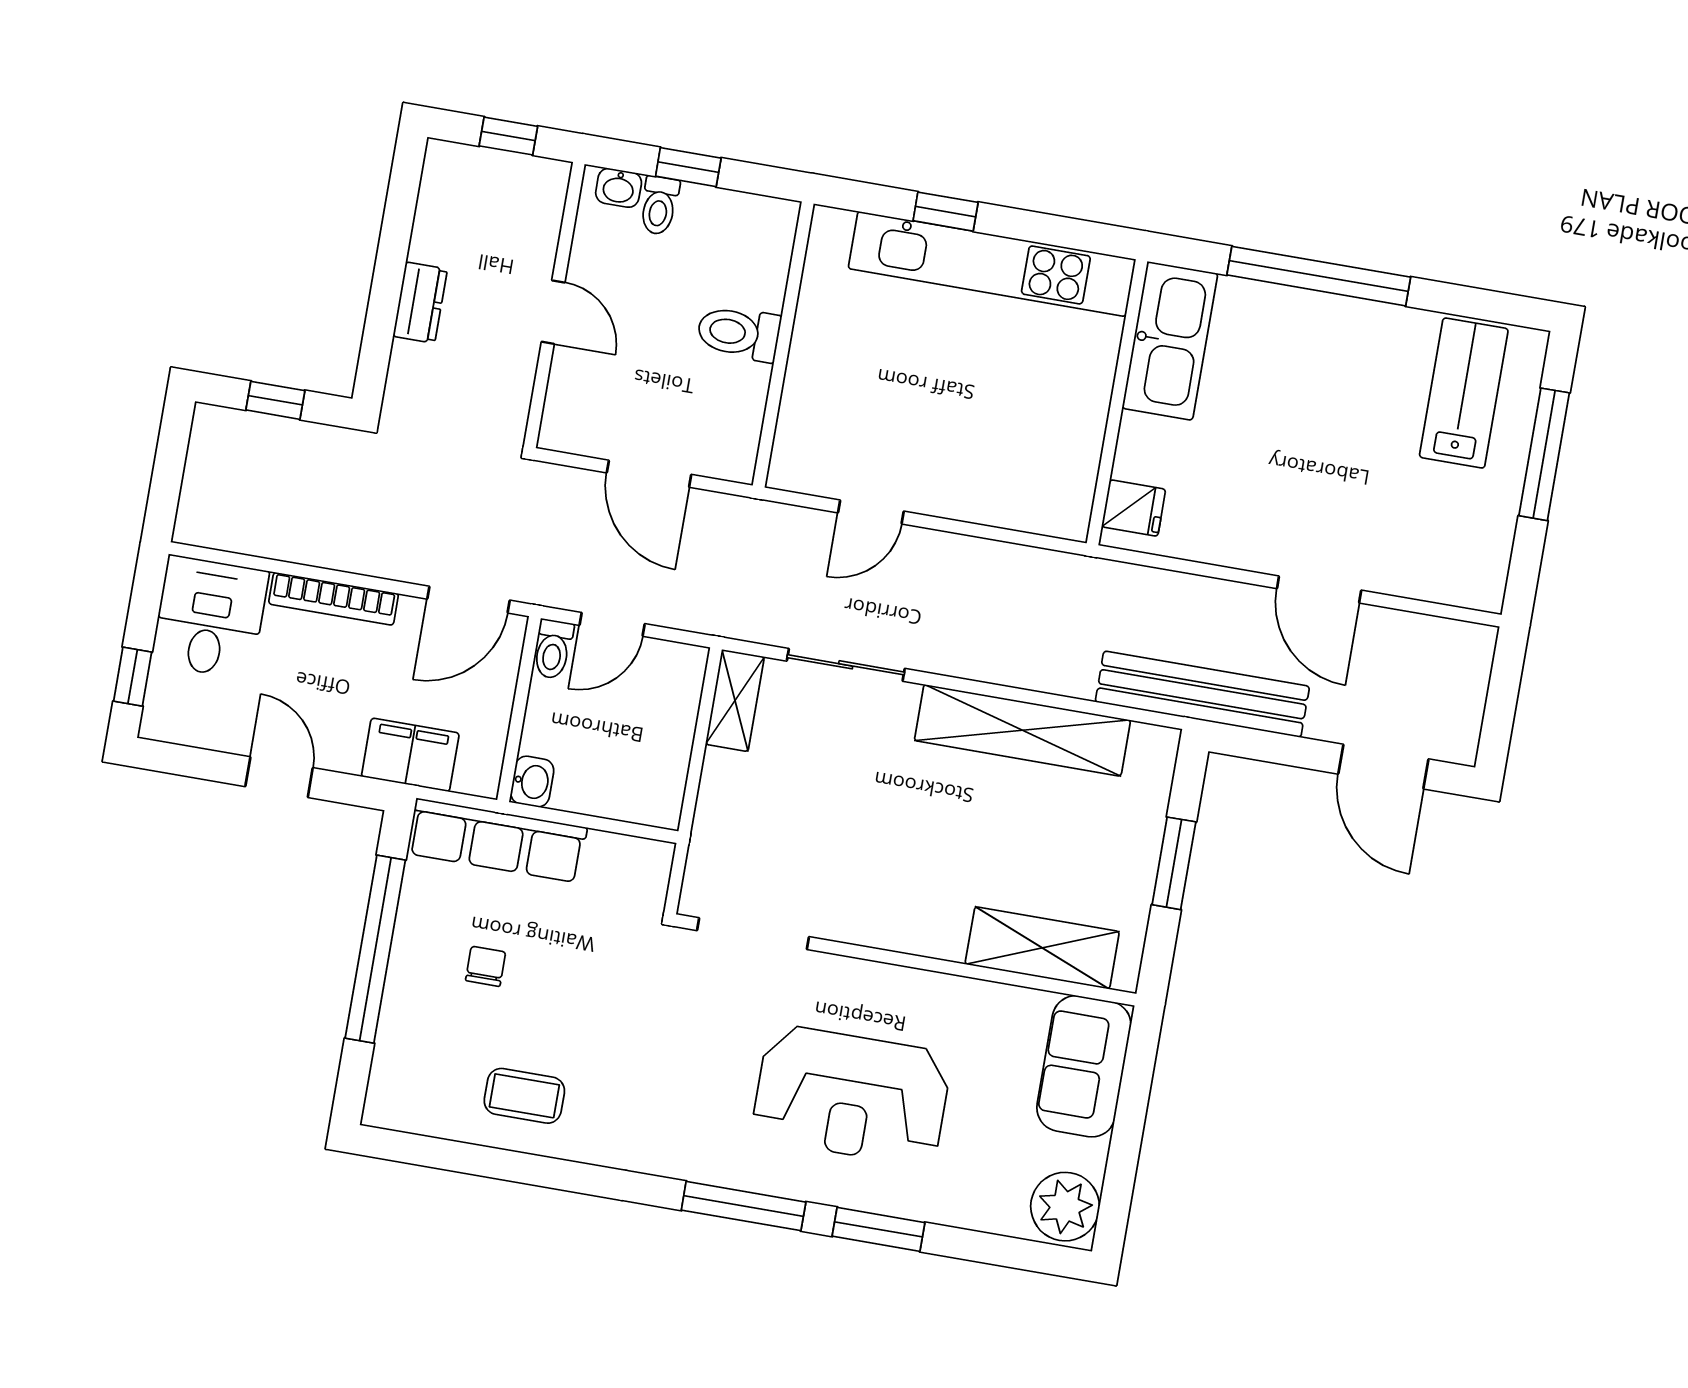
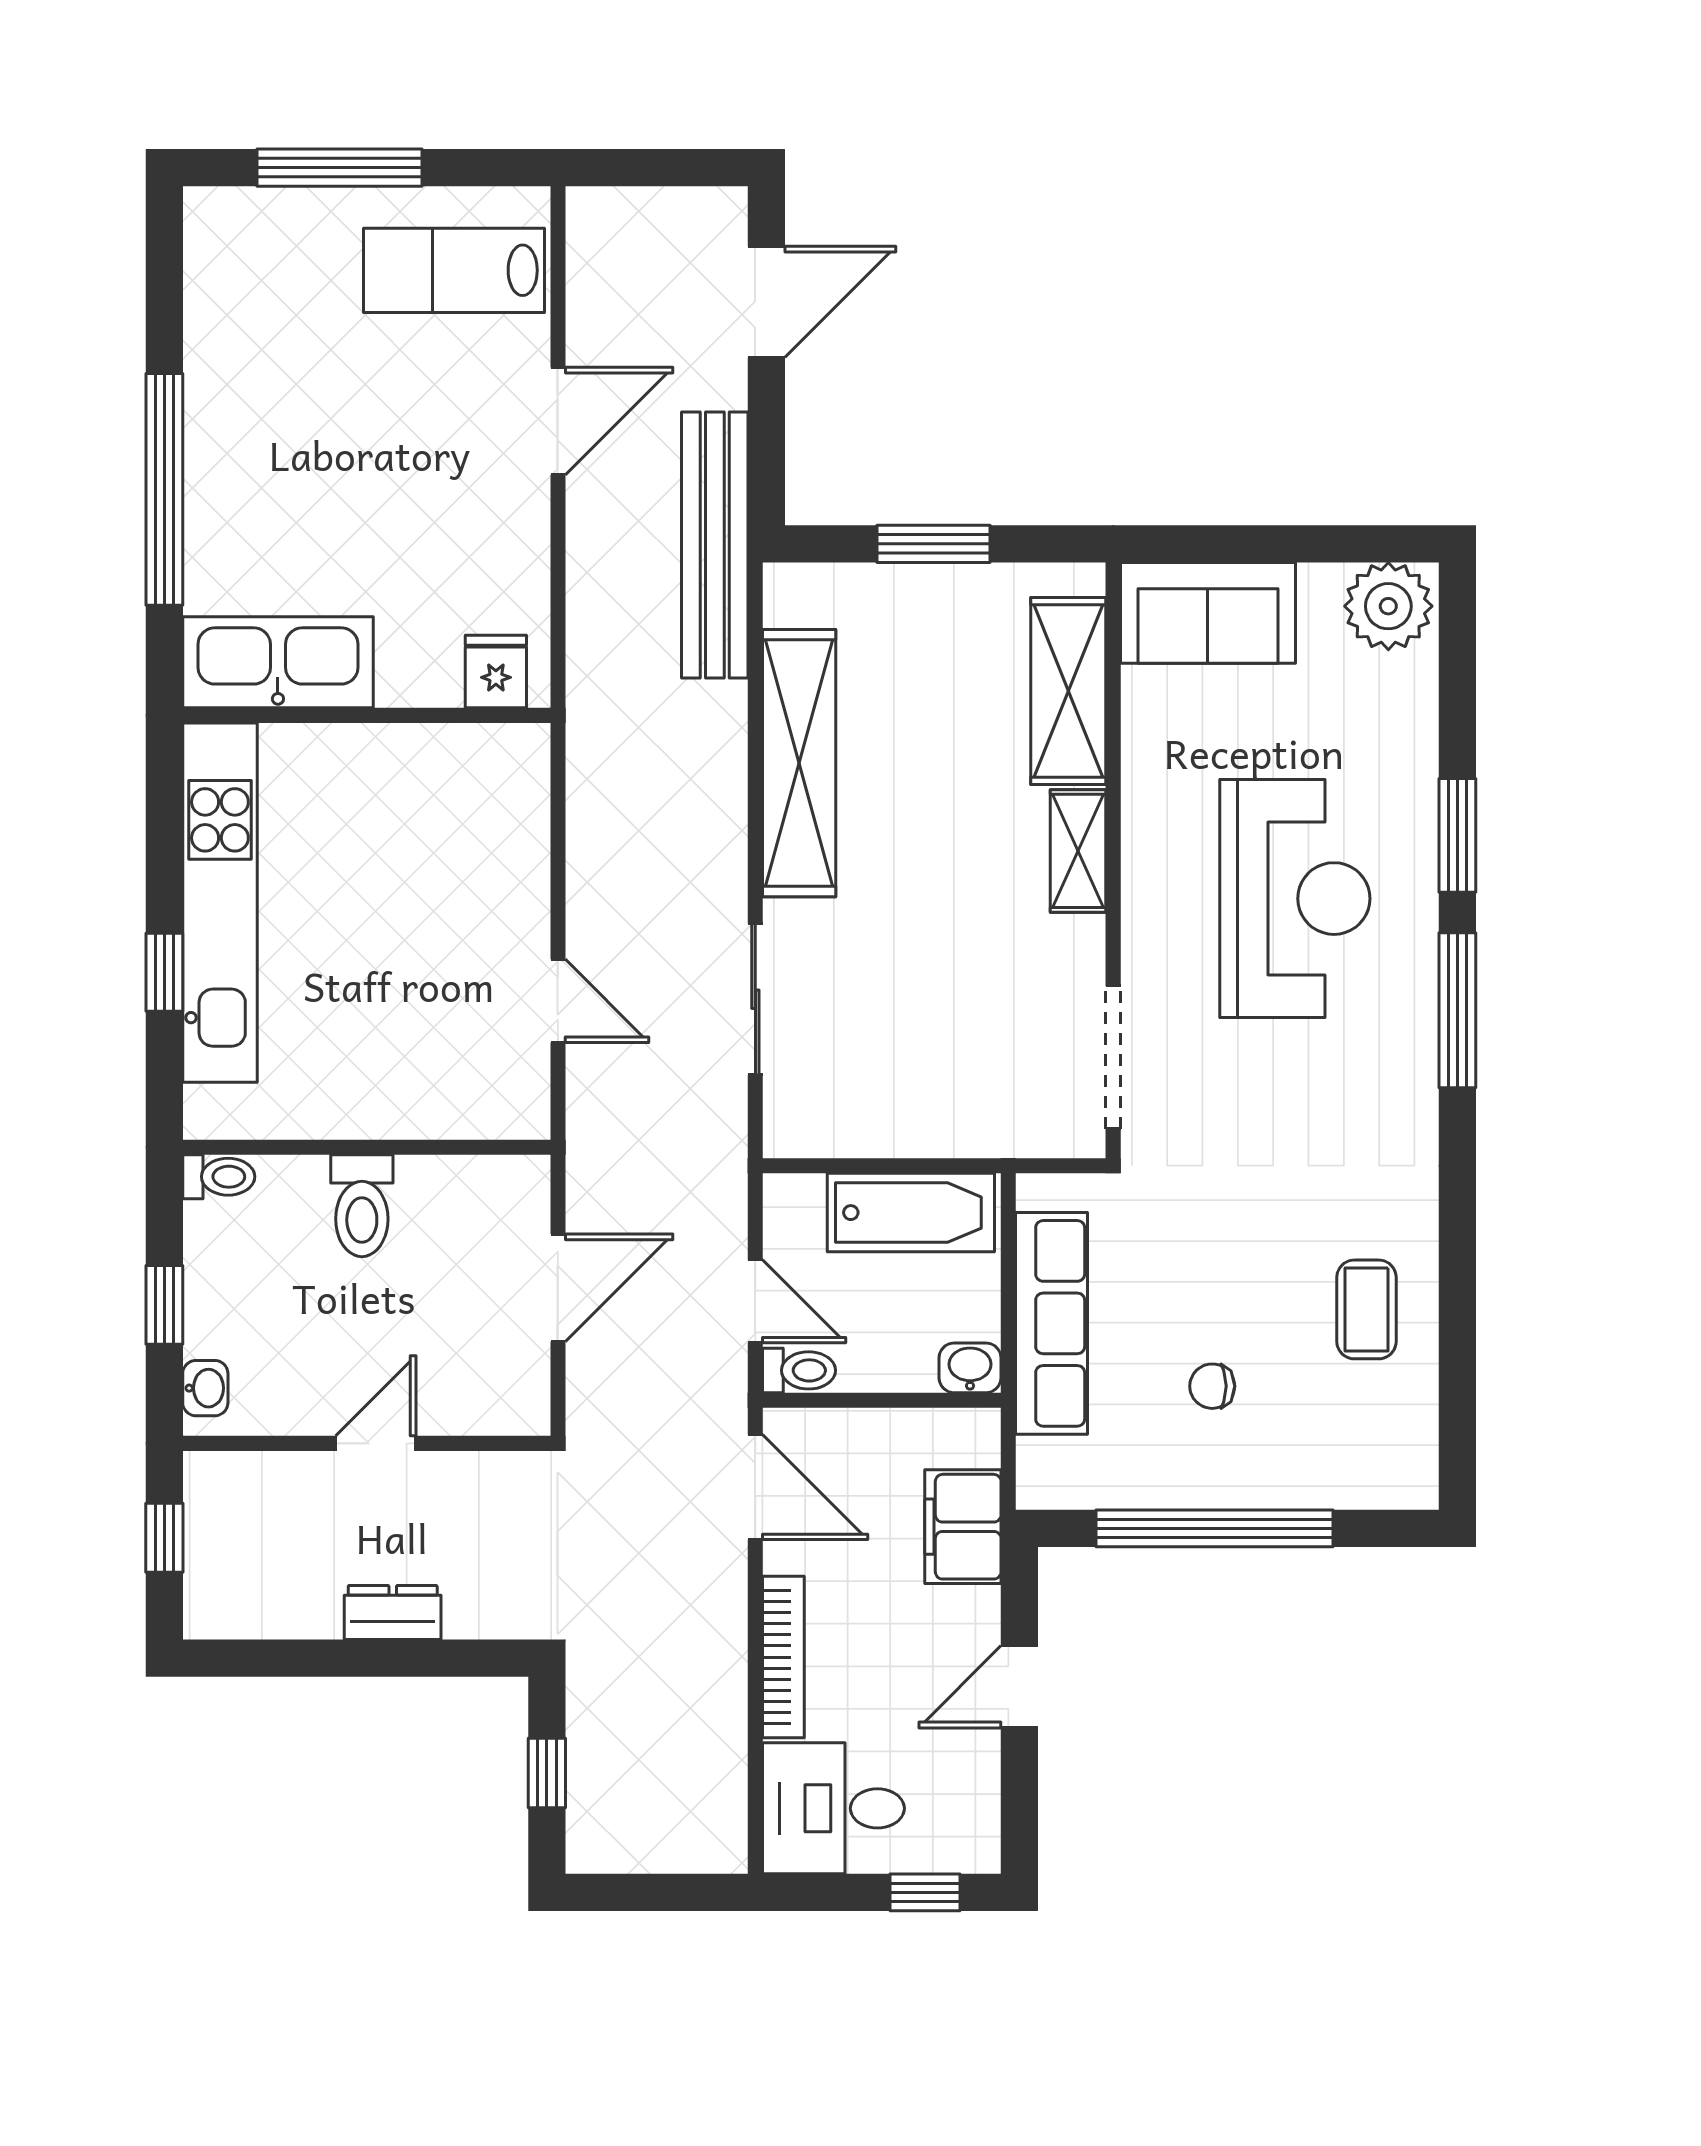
toilet: (659, 205) -> (219, 1177), moved
lab bench: (1464, 393) -> (454, 270), moved
shelving: (735, 700) -> (1078, 851), moved, turned 90
bathtub: (660, 757) -> (911, 1213), added
row of seats: (497, 840) -> (1052, 1323), moved

